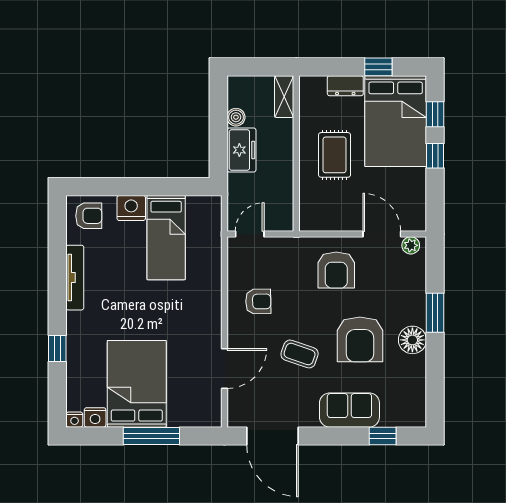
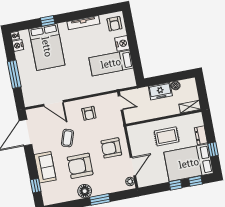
bed: (137, 384) -> (47, 47), moved, turned 90

